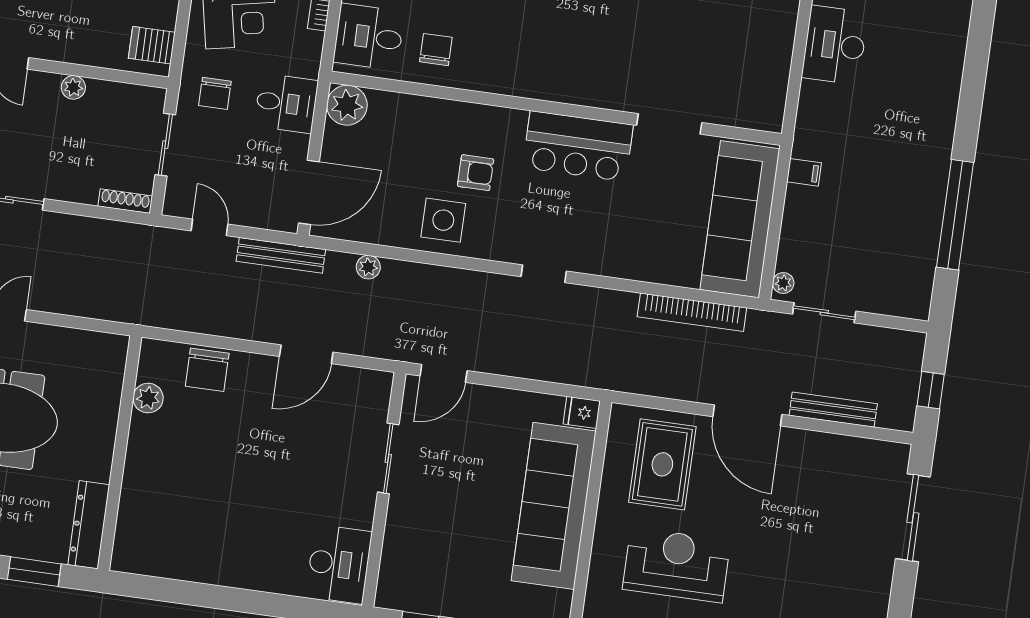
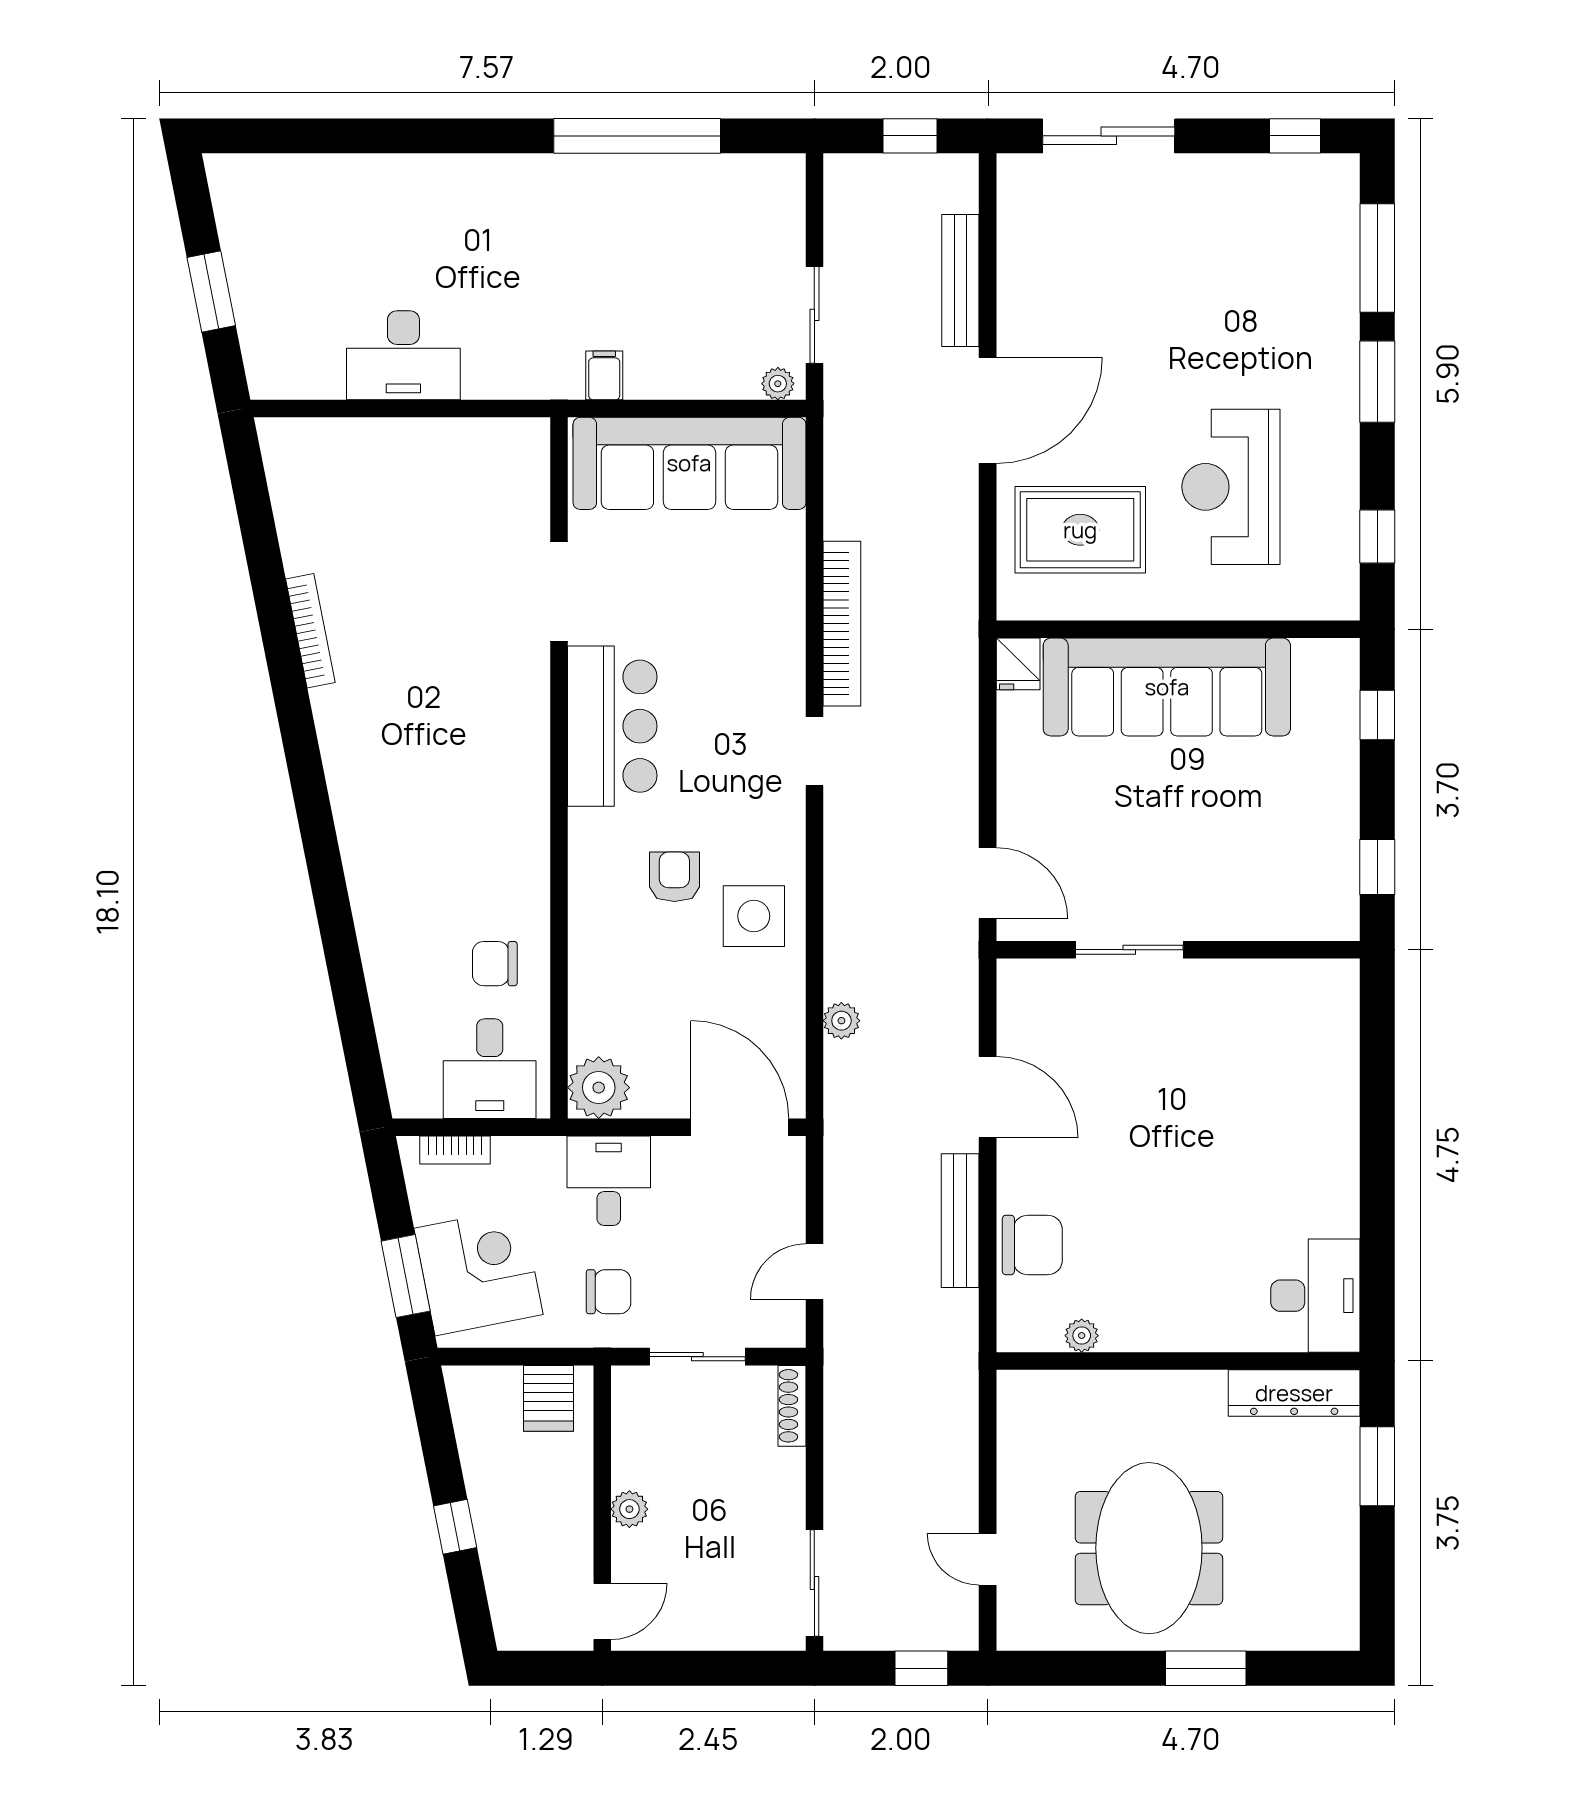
bench: (281, 255) -> (960, 1221), moved
bookcase: (692, 312) -> (842, 624), moved
plant: (148, 398) -> (1082, 1336), width x0.73, depth x0.73
desk: (339, 564) -> (1315, 1296), moved, turned 90

